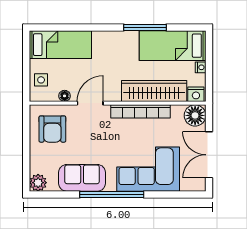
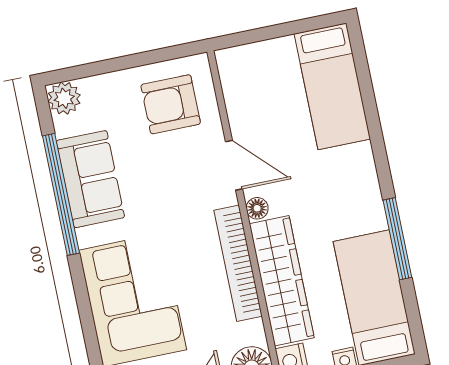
side table: (41, 80) -> (259, 64), removed
floor lamp: (65, 96) -> (257, 208), moved
window: (112, 194) -> (61, 194), moved

